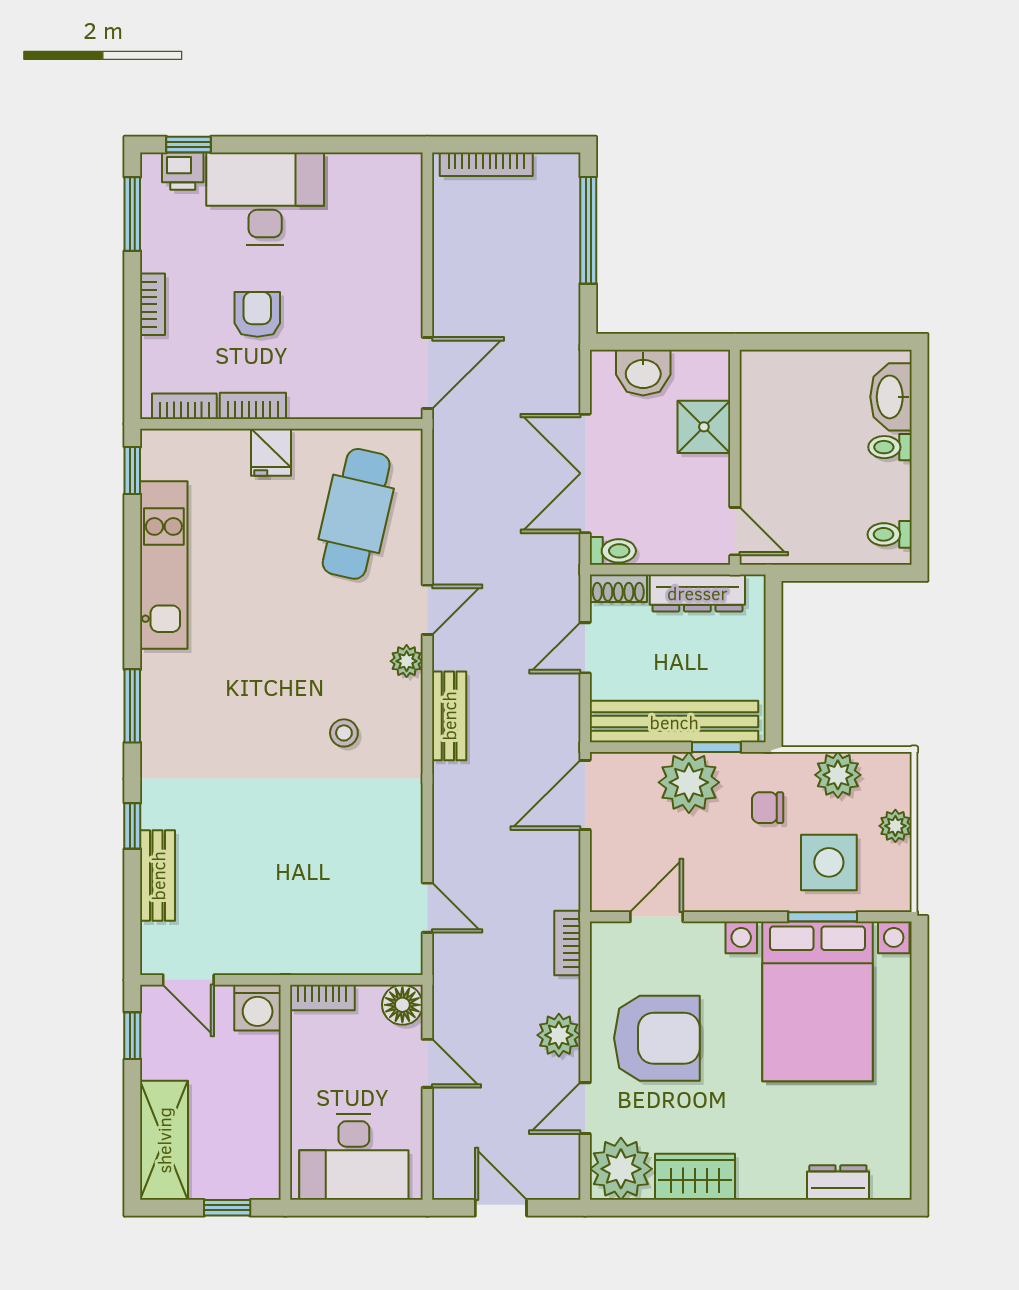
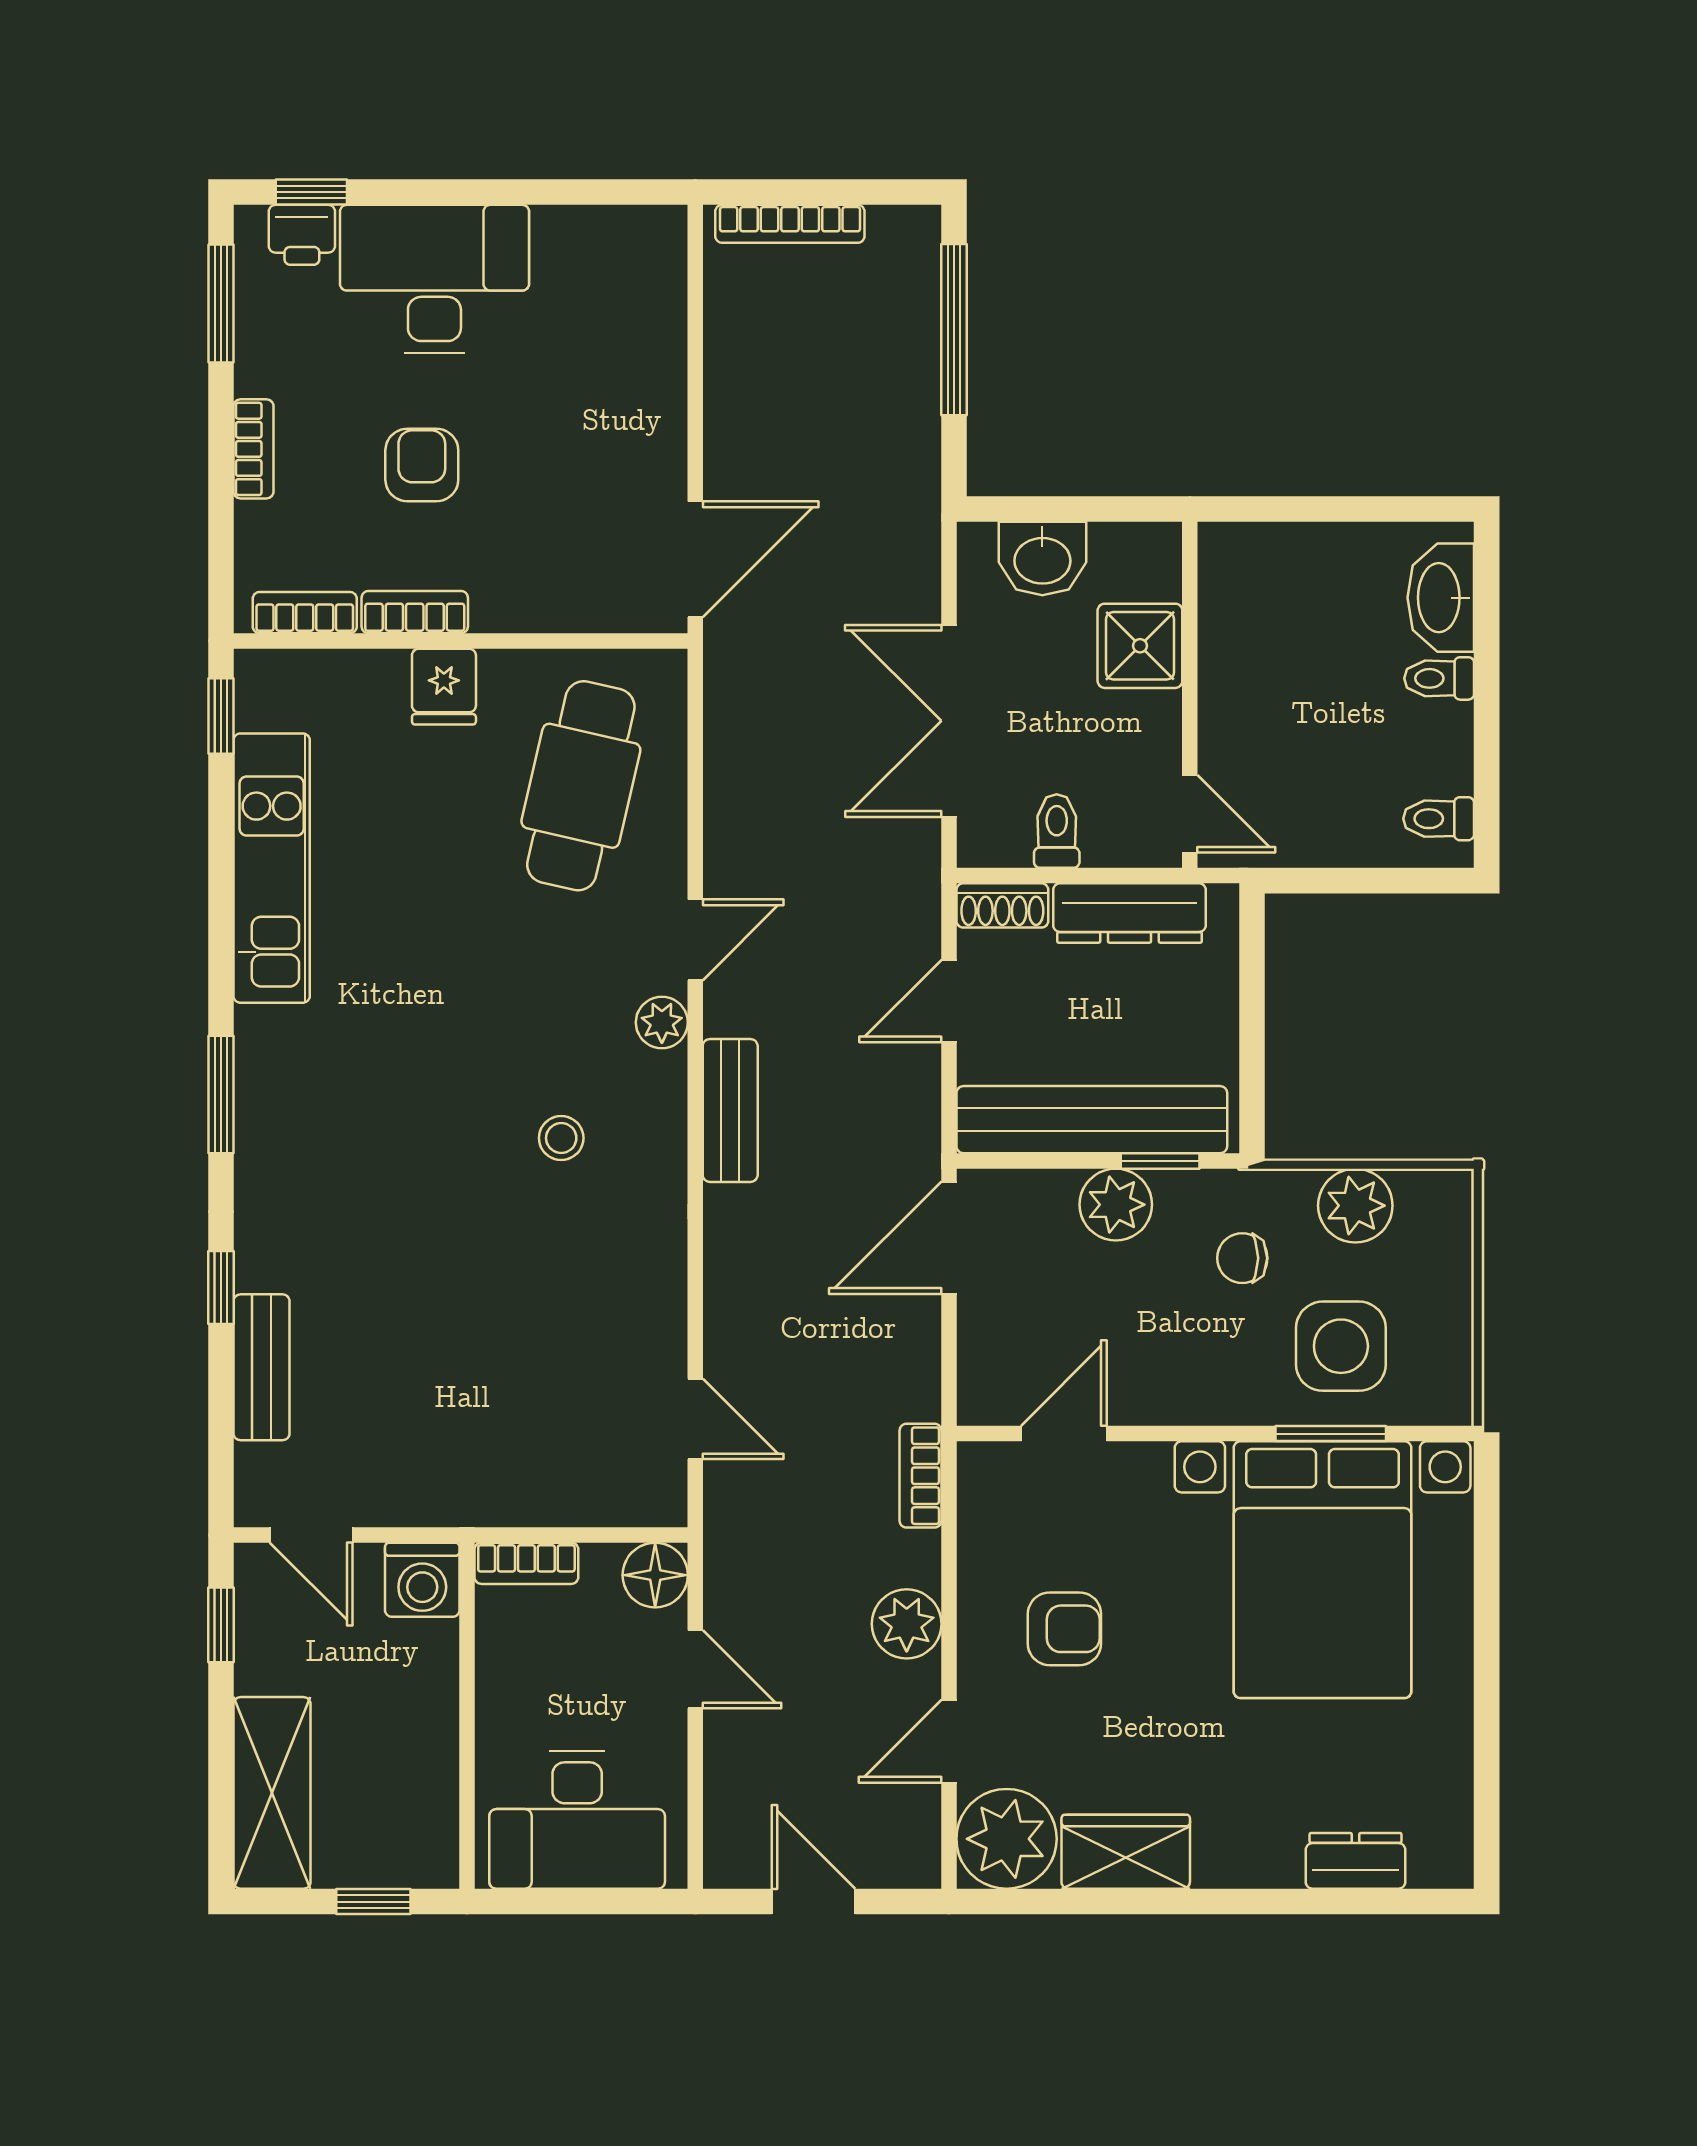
toilet: (613, 551) -> (1057, 831), moved, turned -90
plant: (689, 782) -> (1116, 1205), width x0.73, depth x0.73
plant: (895, 826) -> (1448, 1288), removed
armchair: (657, 1038) -> (1064, 1629), width x0.53, depth x0.53

